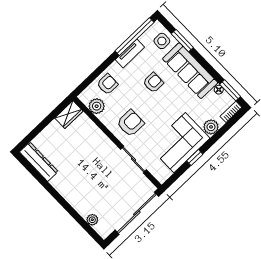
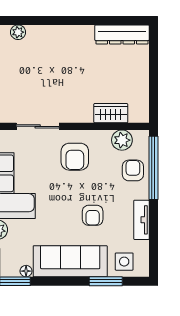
window: (134, 37) -> (153, 168), moved
armchair: (107, 84) -> (133, 170), turned 180
wardrobe: (69, 115) -> (111, 113), moved, turned 90

